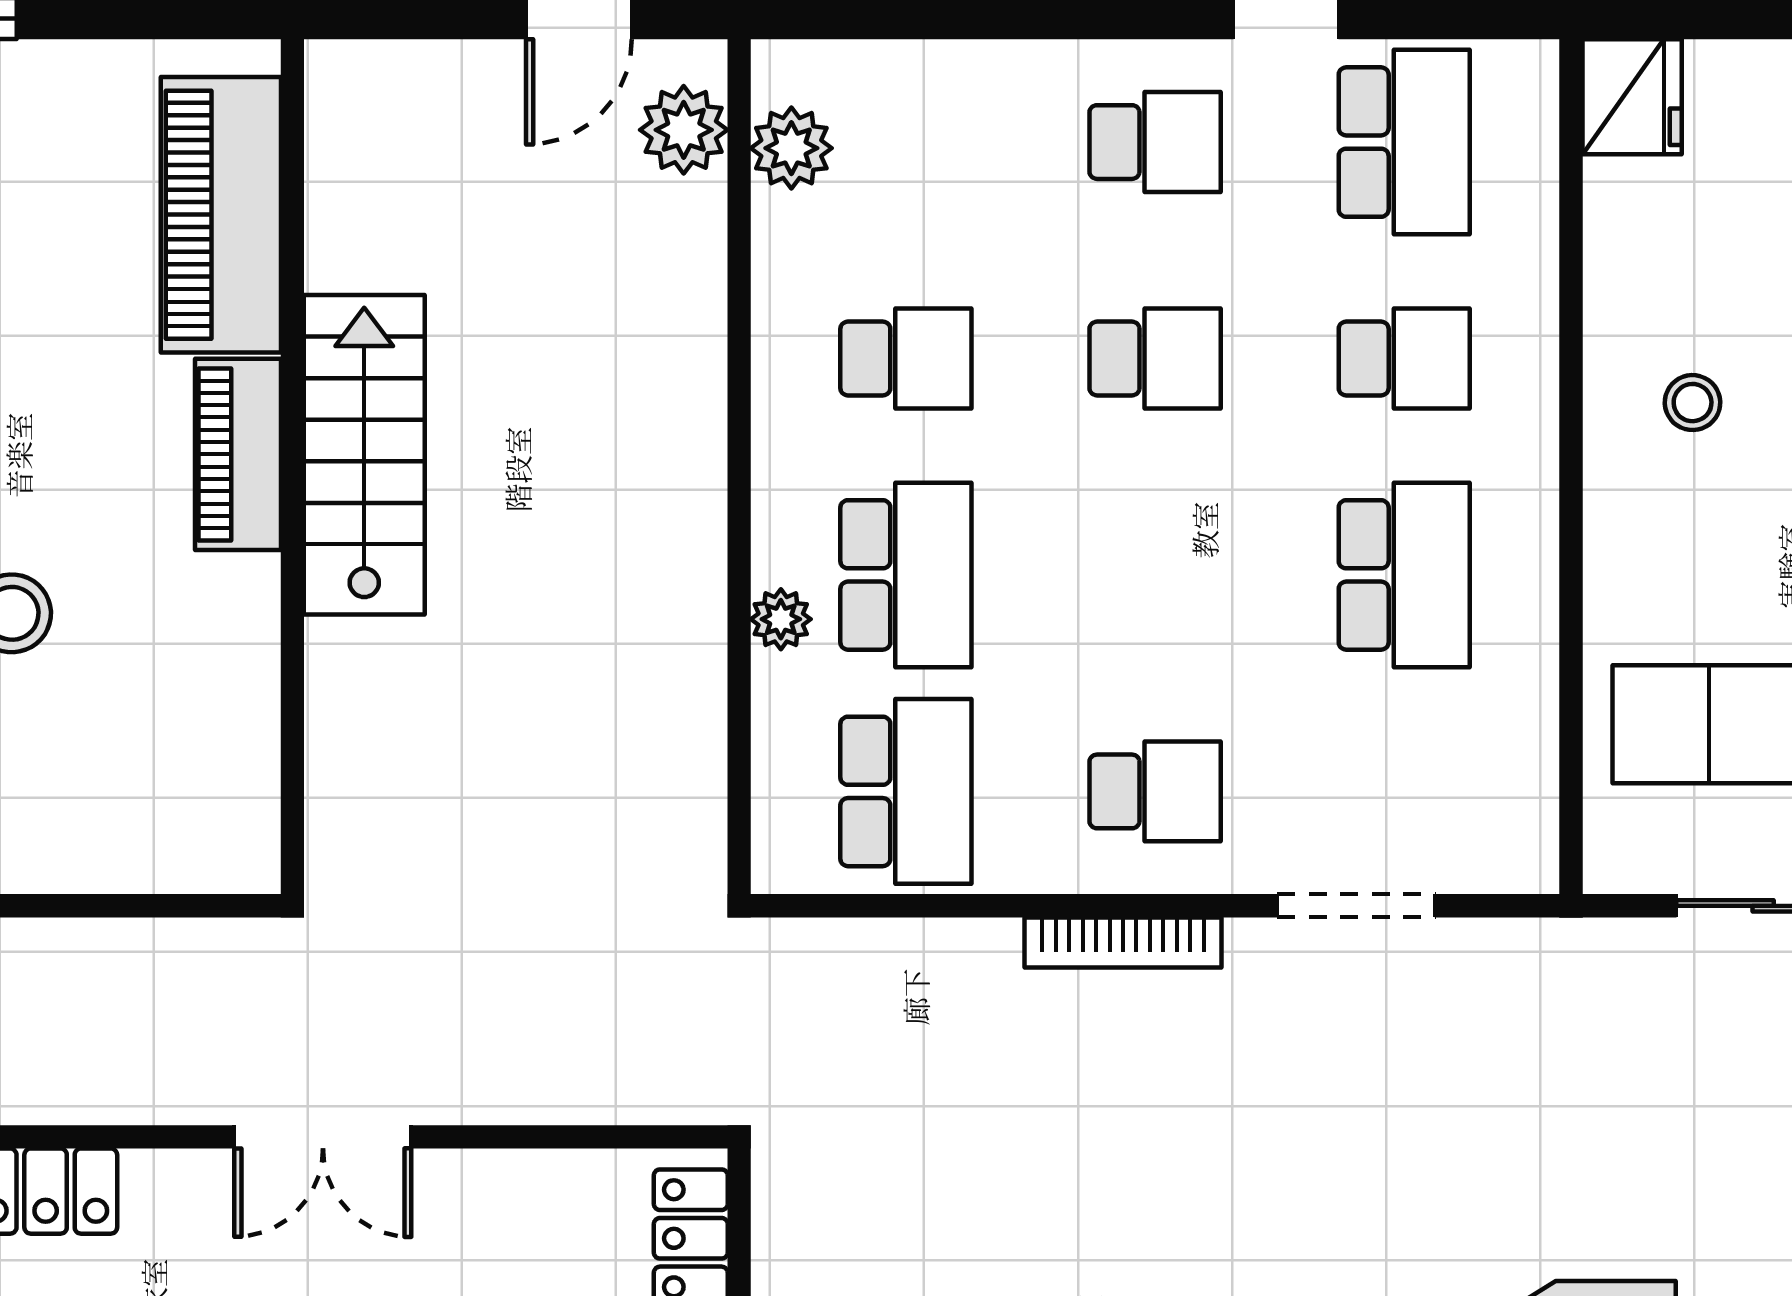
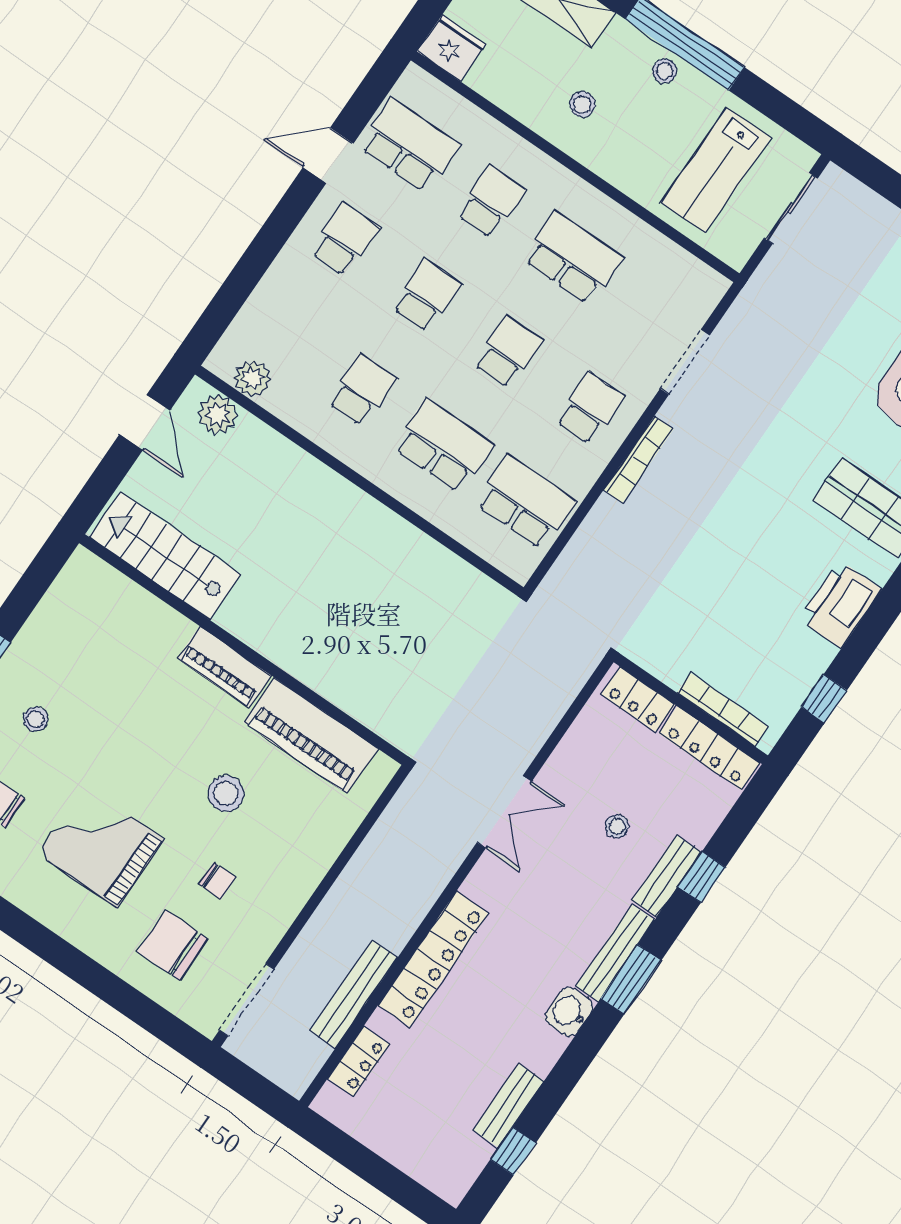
piano: (221, 215) -> (311, 736), moved
stairs: (364, 455) -> (165, 556), moved
school desk: (1155, 575) -> (508, 352), added
plant: (781, 619) -> (428, 505), removed

